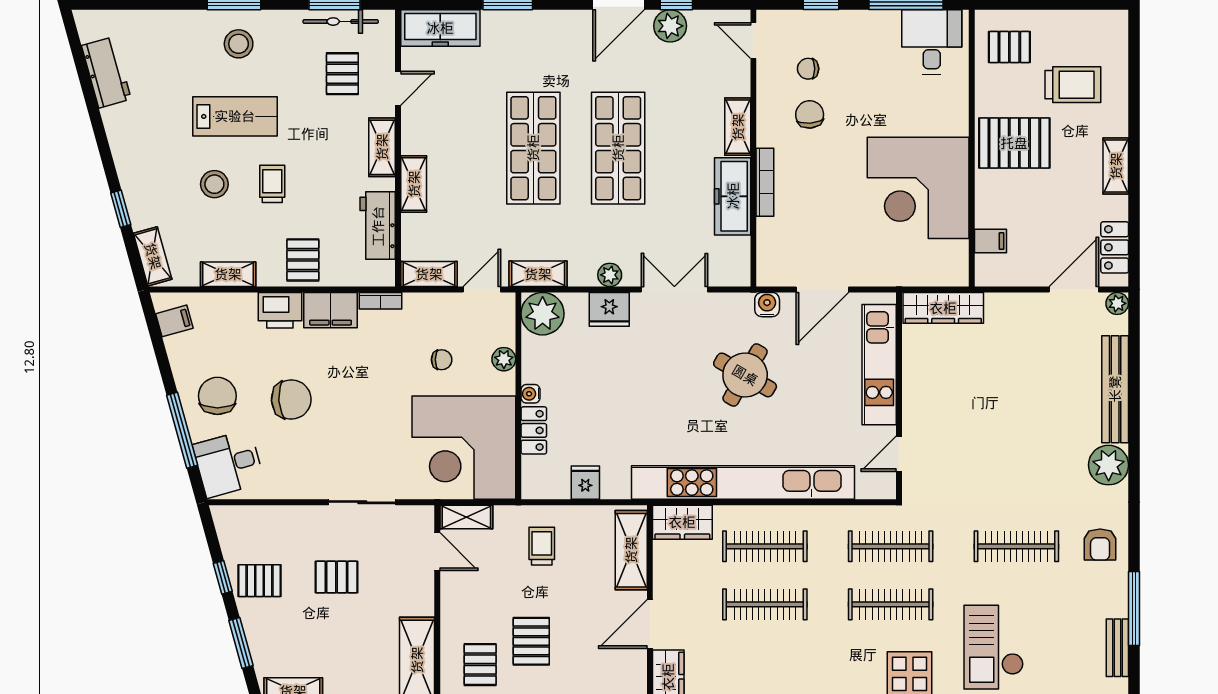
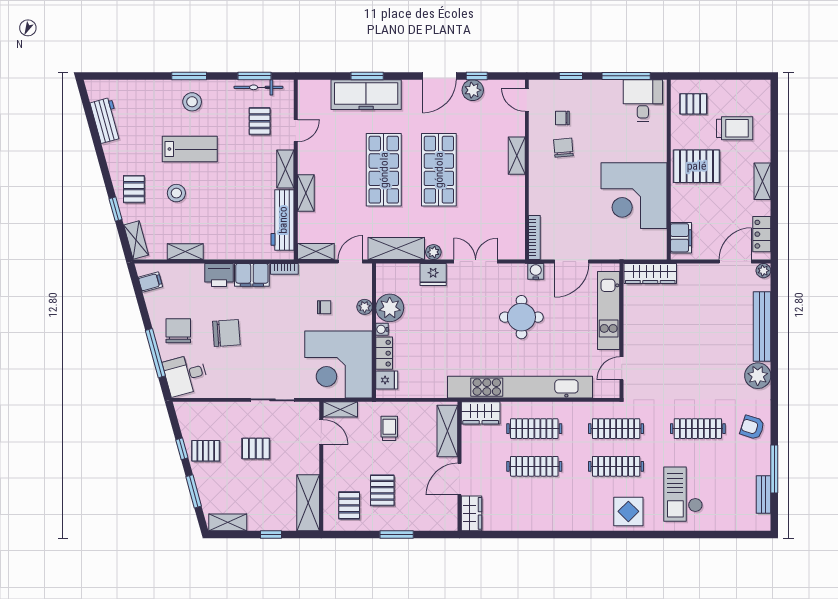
freezer: (440, 28) -> (366, 95), moved, width x1.36, depth x1.26
bookcase: (765, 182) -> (534, 238), moved
trolley: (272, 184) -> (214, 193), removed
freezer: (733, 196) -> (513, 201), removed
workbench: (378, 226) -> (283, 220), width x1.38
filing cabinet: (990, 241) -> (681, 238), width x2.00
pallet: (303, 260) -> (134, 189), moved
shelving: (538, 274) -> (396, 249), width x1.50, depth x1.33
plant: (543, 314) -> (390, 308), moved
round table: (745, 375) -> (521, 317), turned -30
fridge: (585, 483) -> (387, 380), moved, turned 90
armchair: (1100, 545) -> (752, 427), turned 108

